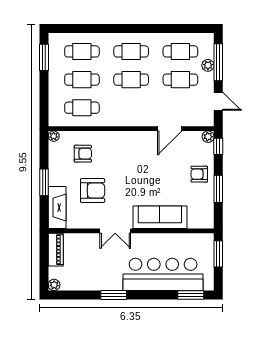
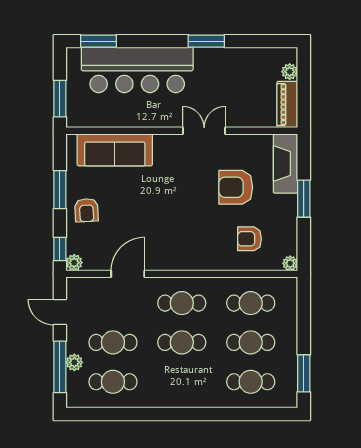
cafe table: (131, 51) -> (182, 303), moved
armchair: (199, 174) -> (86, 210), turned 87
sofa: (160, 217) -> (115, 150), moved
plant: (54, 285) -> (290, 72), moved

